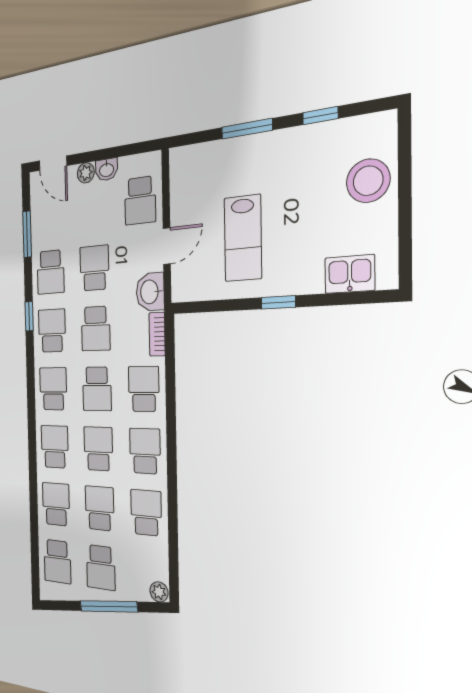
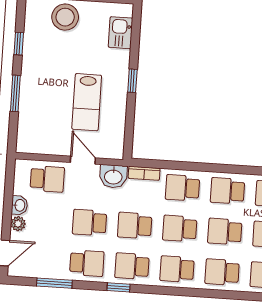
lab bench: (243, 238) -> (87, 102), turned 90
school desk: (96, 329) -> (135, 226), turned 180
school desk: (97, 389) -> (180, 229), turned 180

